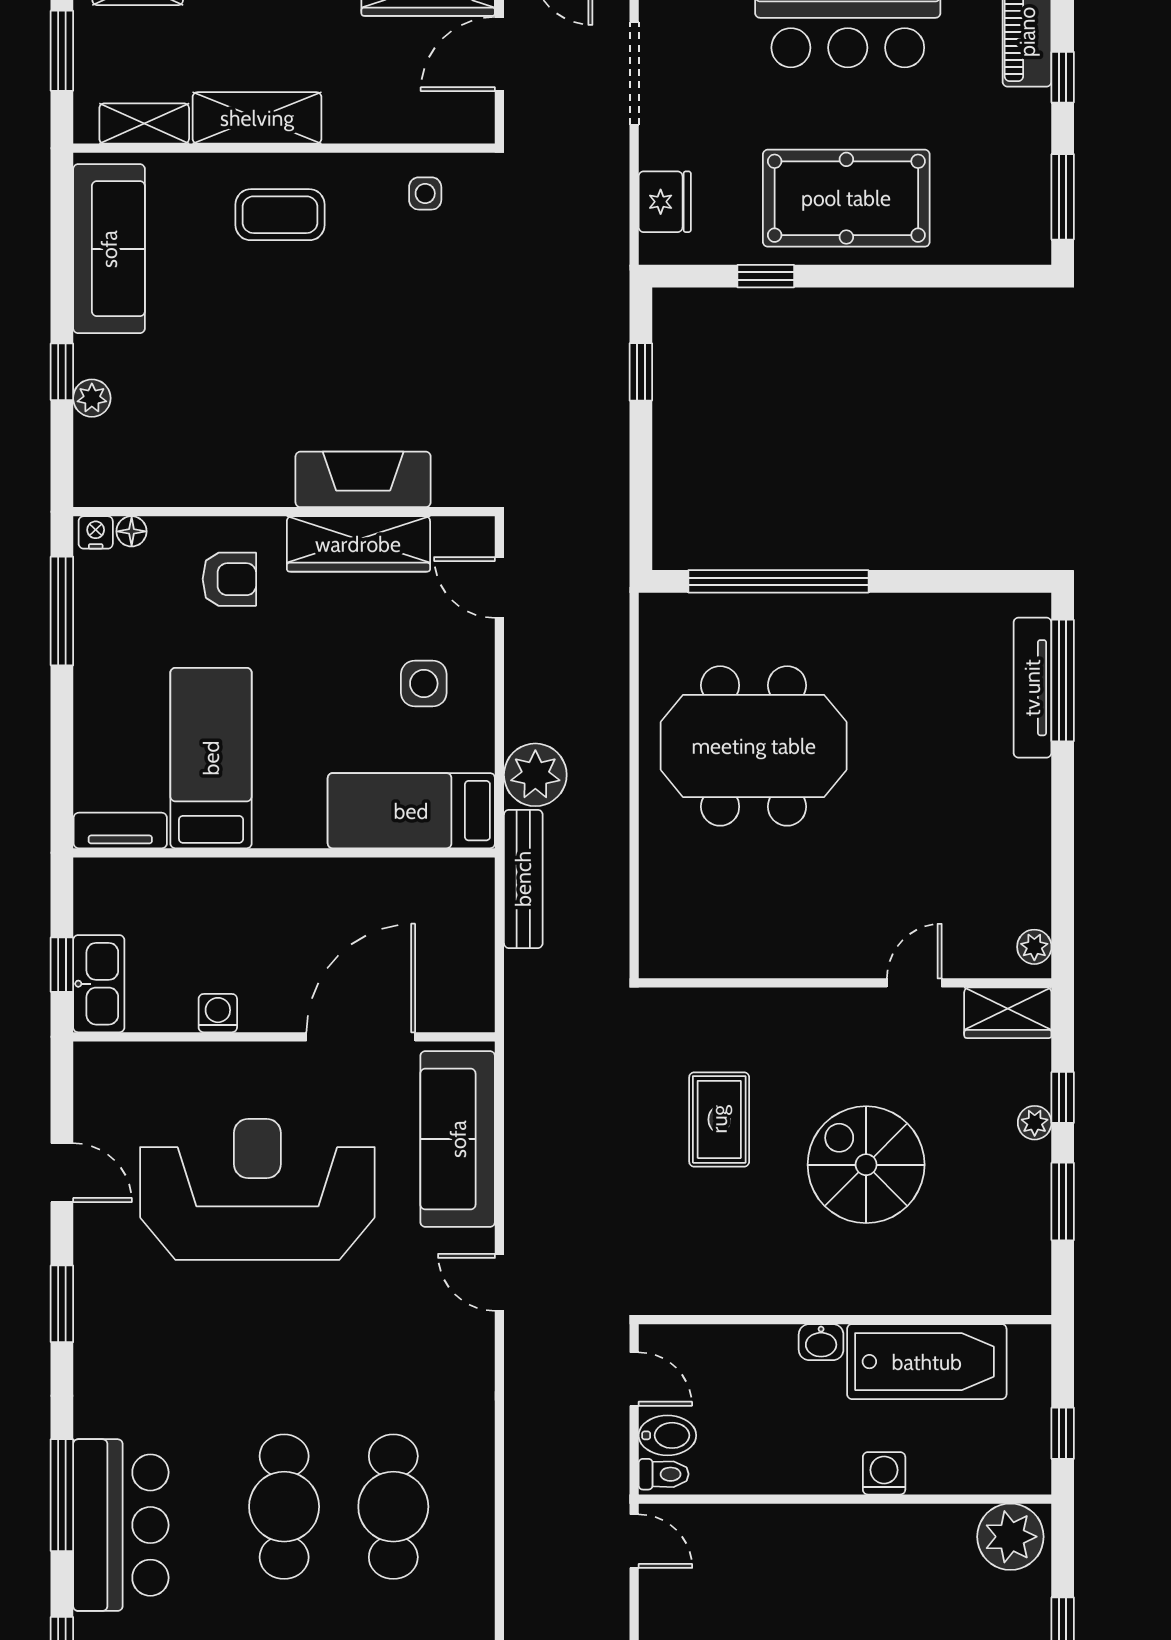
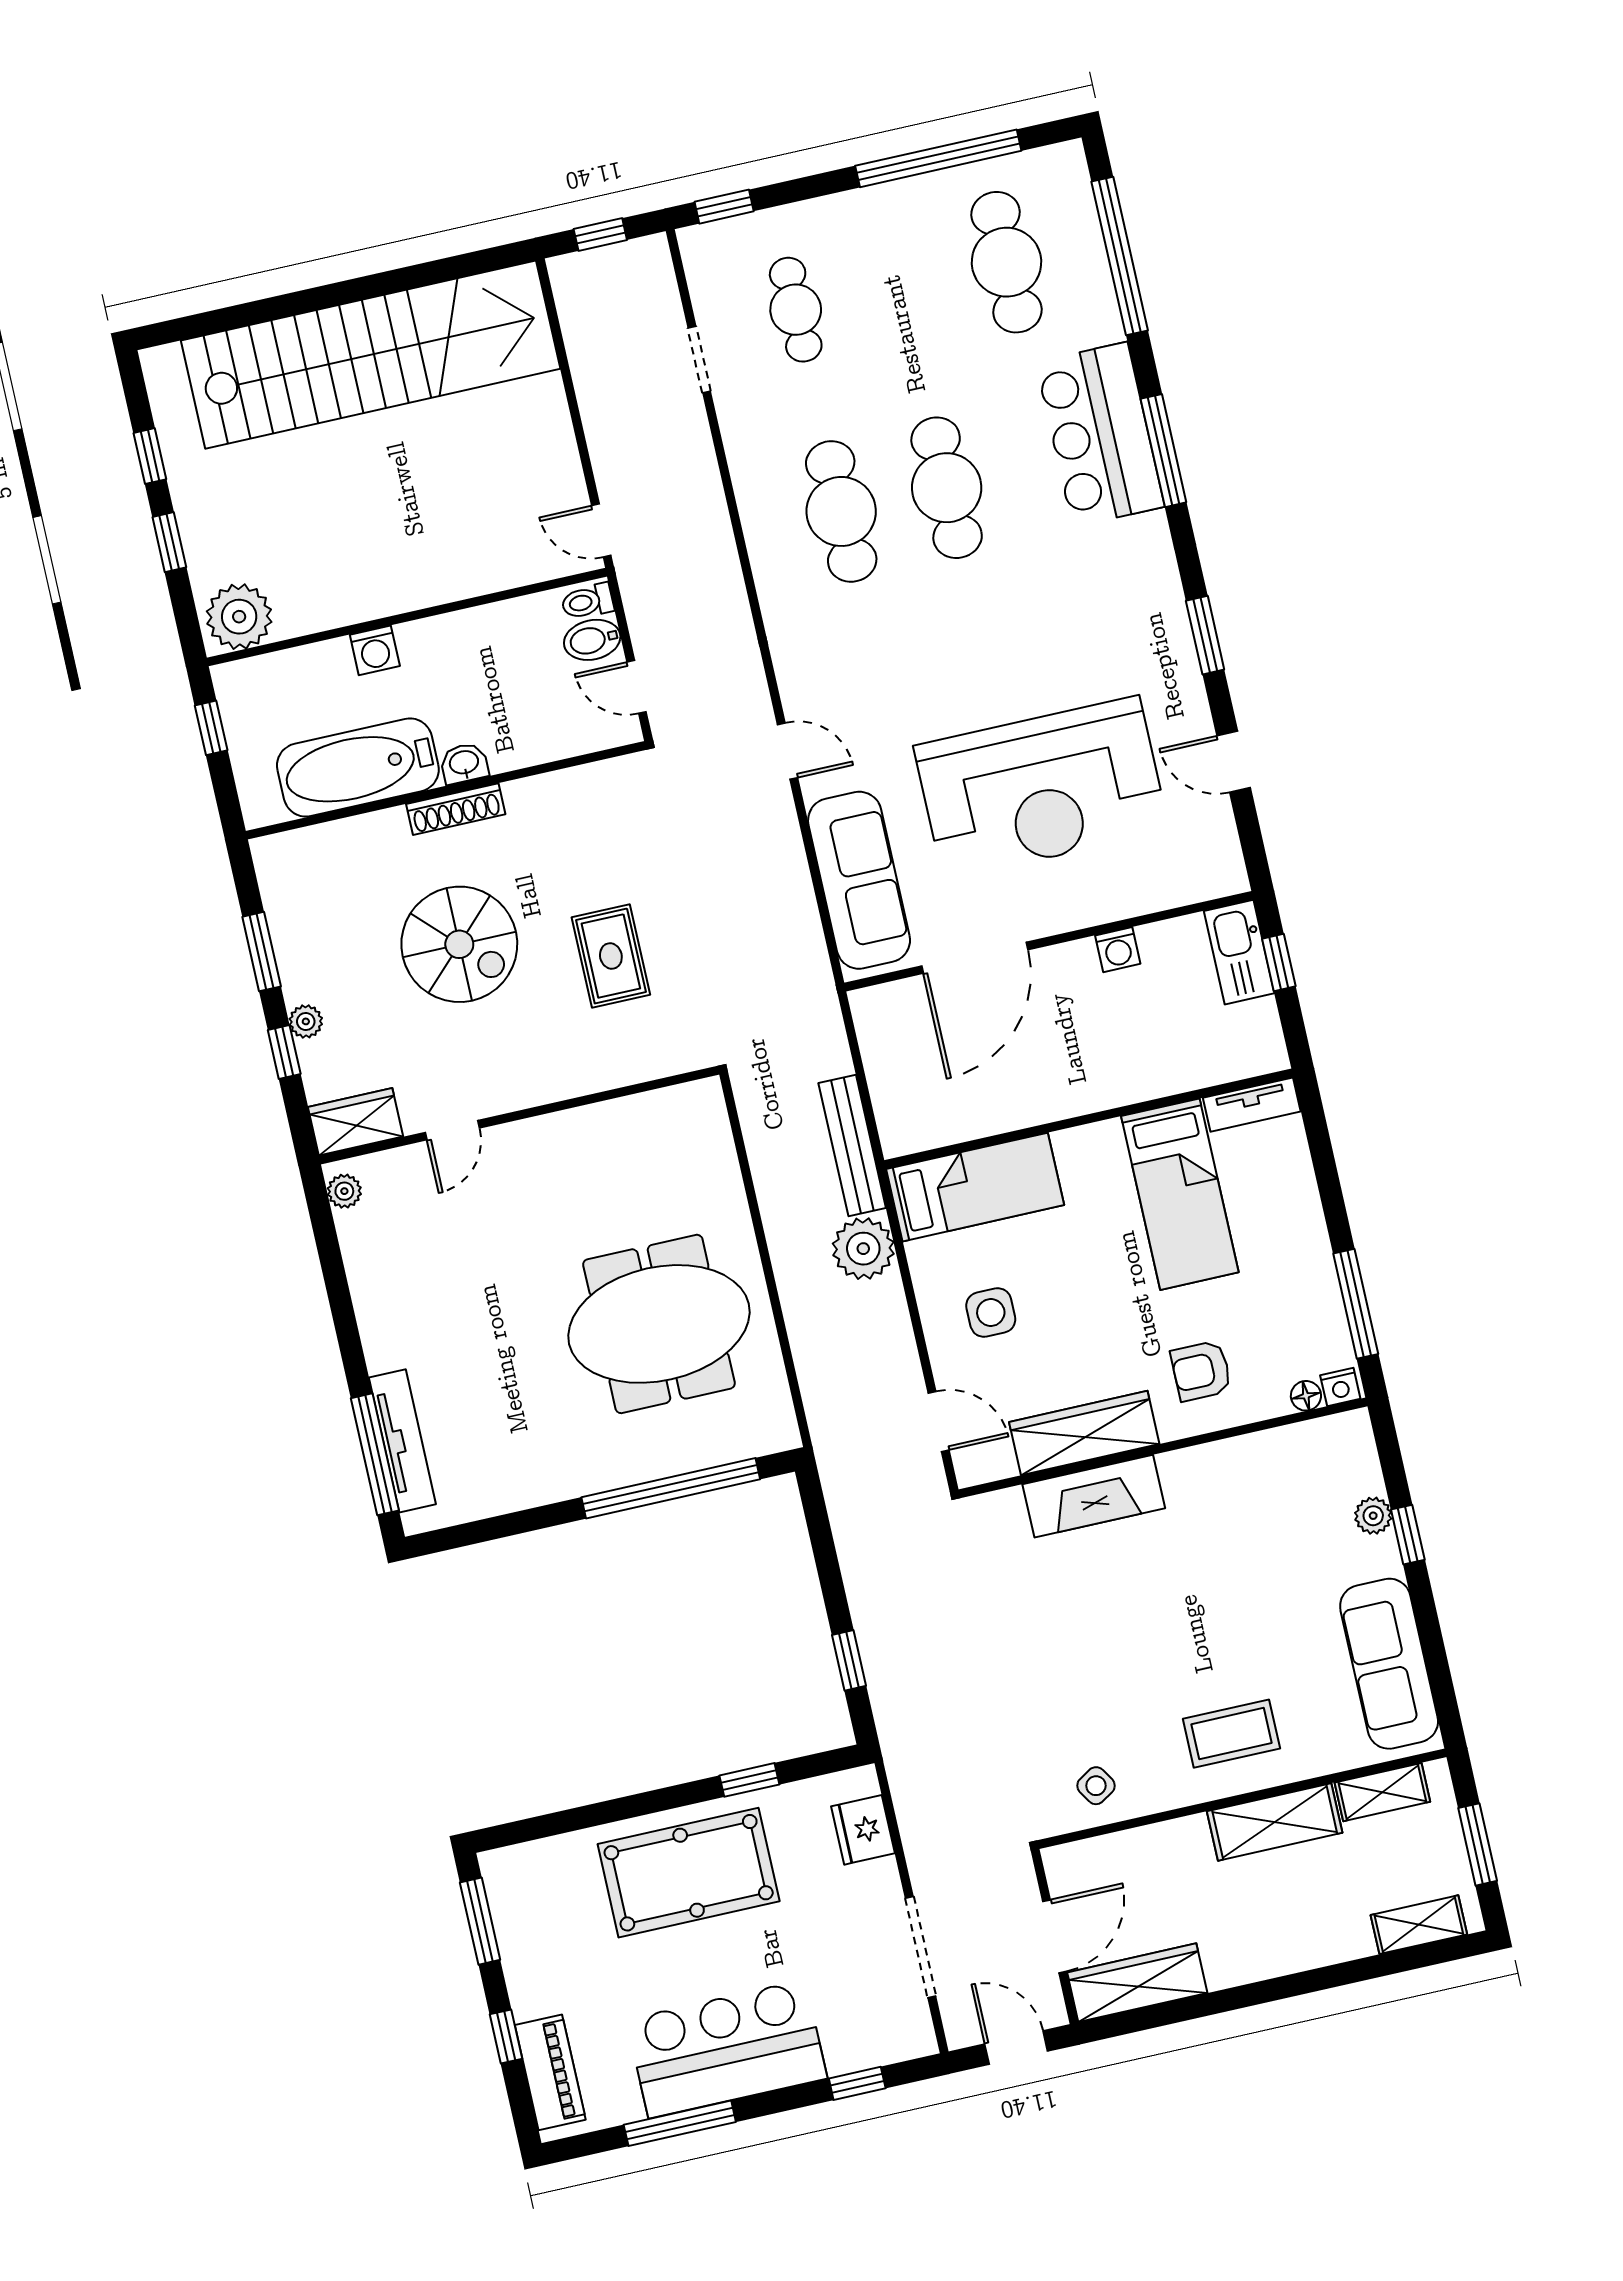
side table: (425, 193) -> (1096, 1786), turned -32
shoe rack: (840, 1299) -> (456, 809), added

